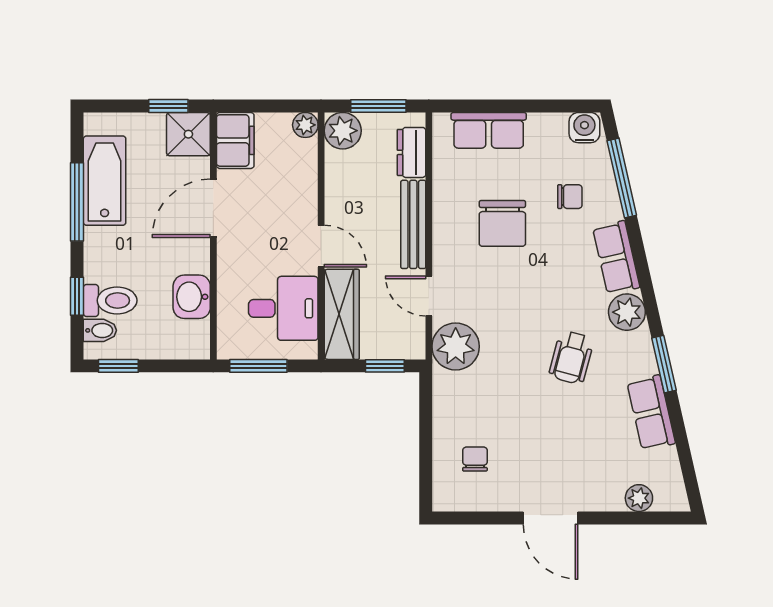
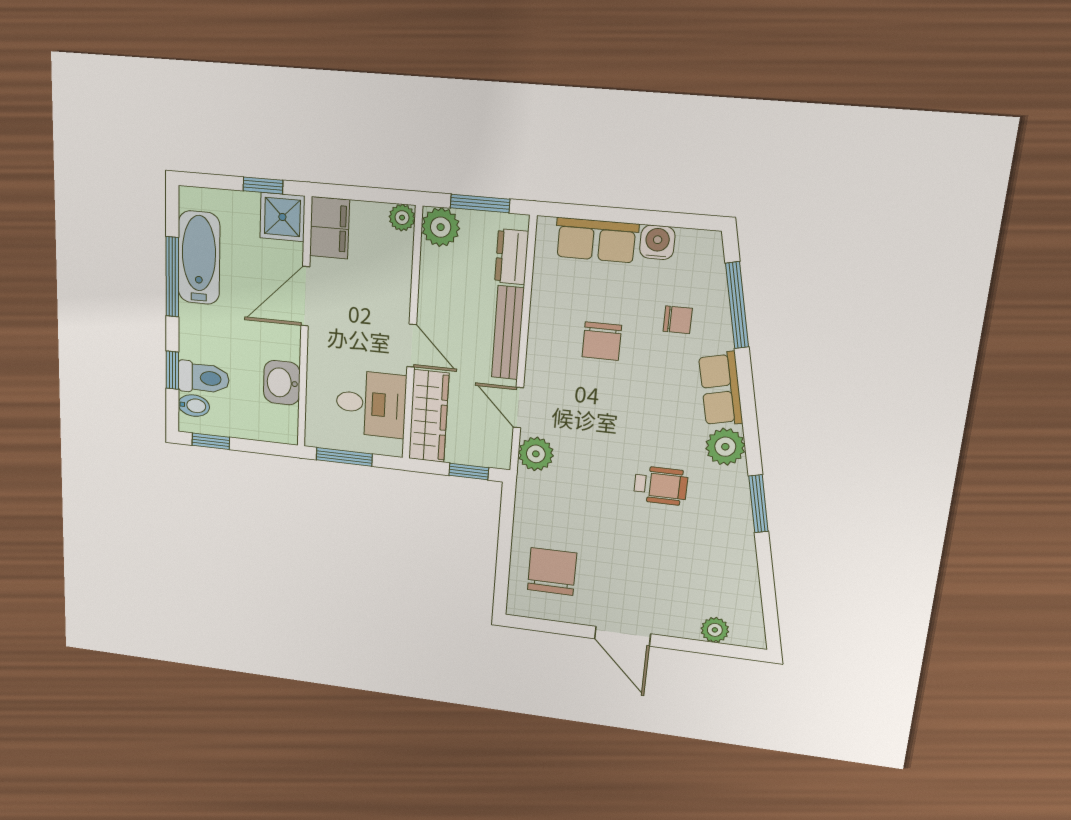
water cooler: (584, 128) -> (657, 242), moved
chair: (502, 223) -> (602, 341), width x0.73, depth x0.73
plant: (456, 346) -> (536, 454), width x0.73, depth x0.73
wheelchair: (571, 357) -> (661, 486), turned -105
row of seats: (651, 413) -> (738, 550), removed
chair: (475, 459) -> (552, 571), width x1.87, depth x1.87

